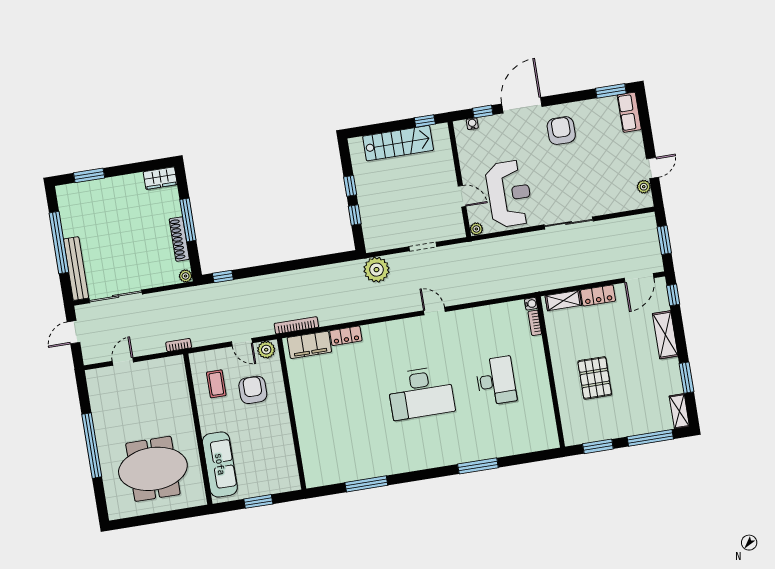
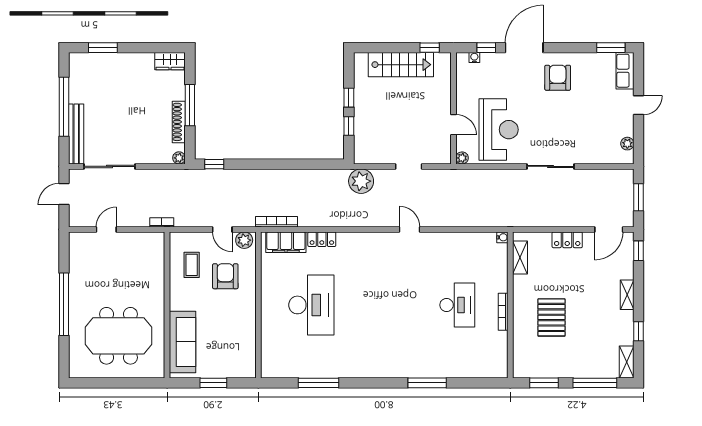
door: (653, 168) -> (639, 105), moved
shelving: (563, 301) -> (520, 258), moved, turned 90
bookcase: (535, 323) -> (503, 312), moved, width x1.56
shelving: (665, 335) -> (627, 295), width x0.67, depth x0.75
window: (686, 378) -> (639, 331), width x0.67
desk: (421, 393) -> (311, 305), moved, turned -90

